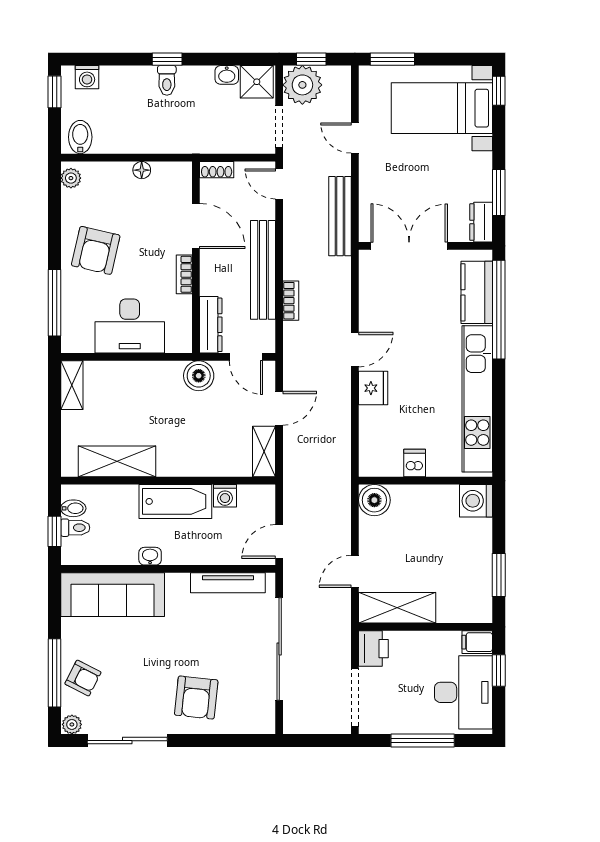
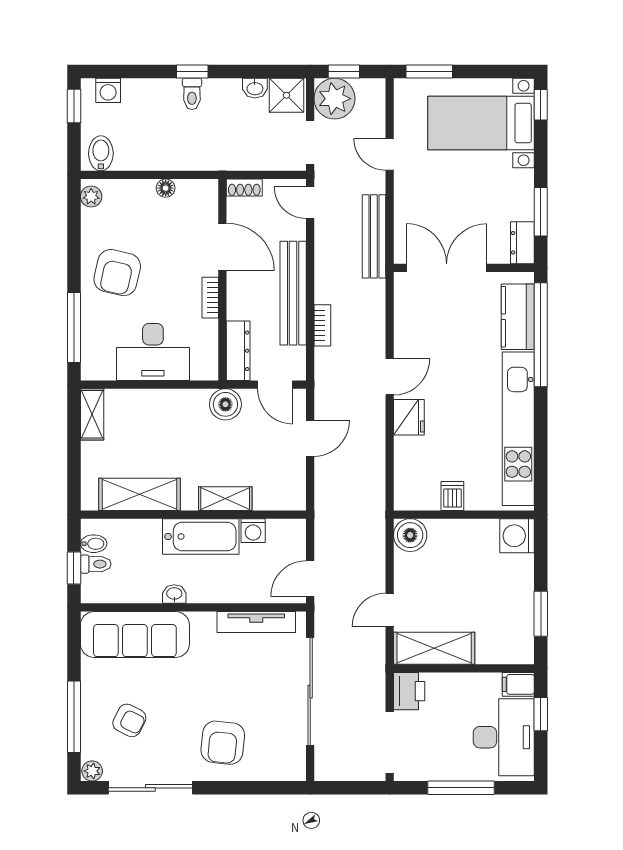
shelving: (264, 451) -> (225, 499), moved, turned 90
armchair: (83, 678) -> (129, 720), moved

